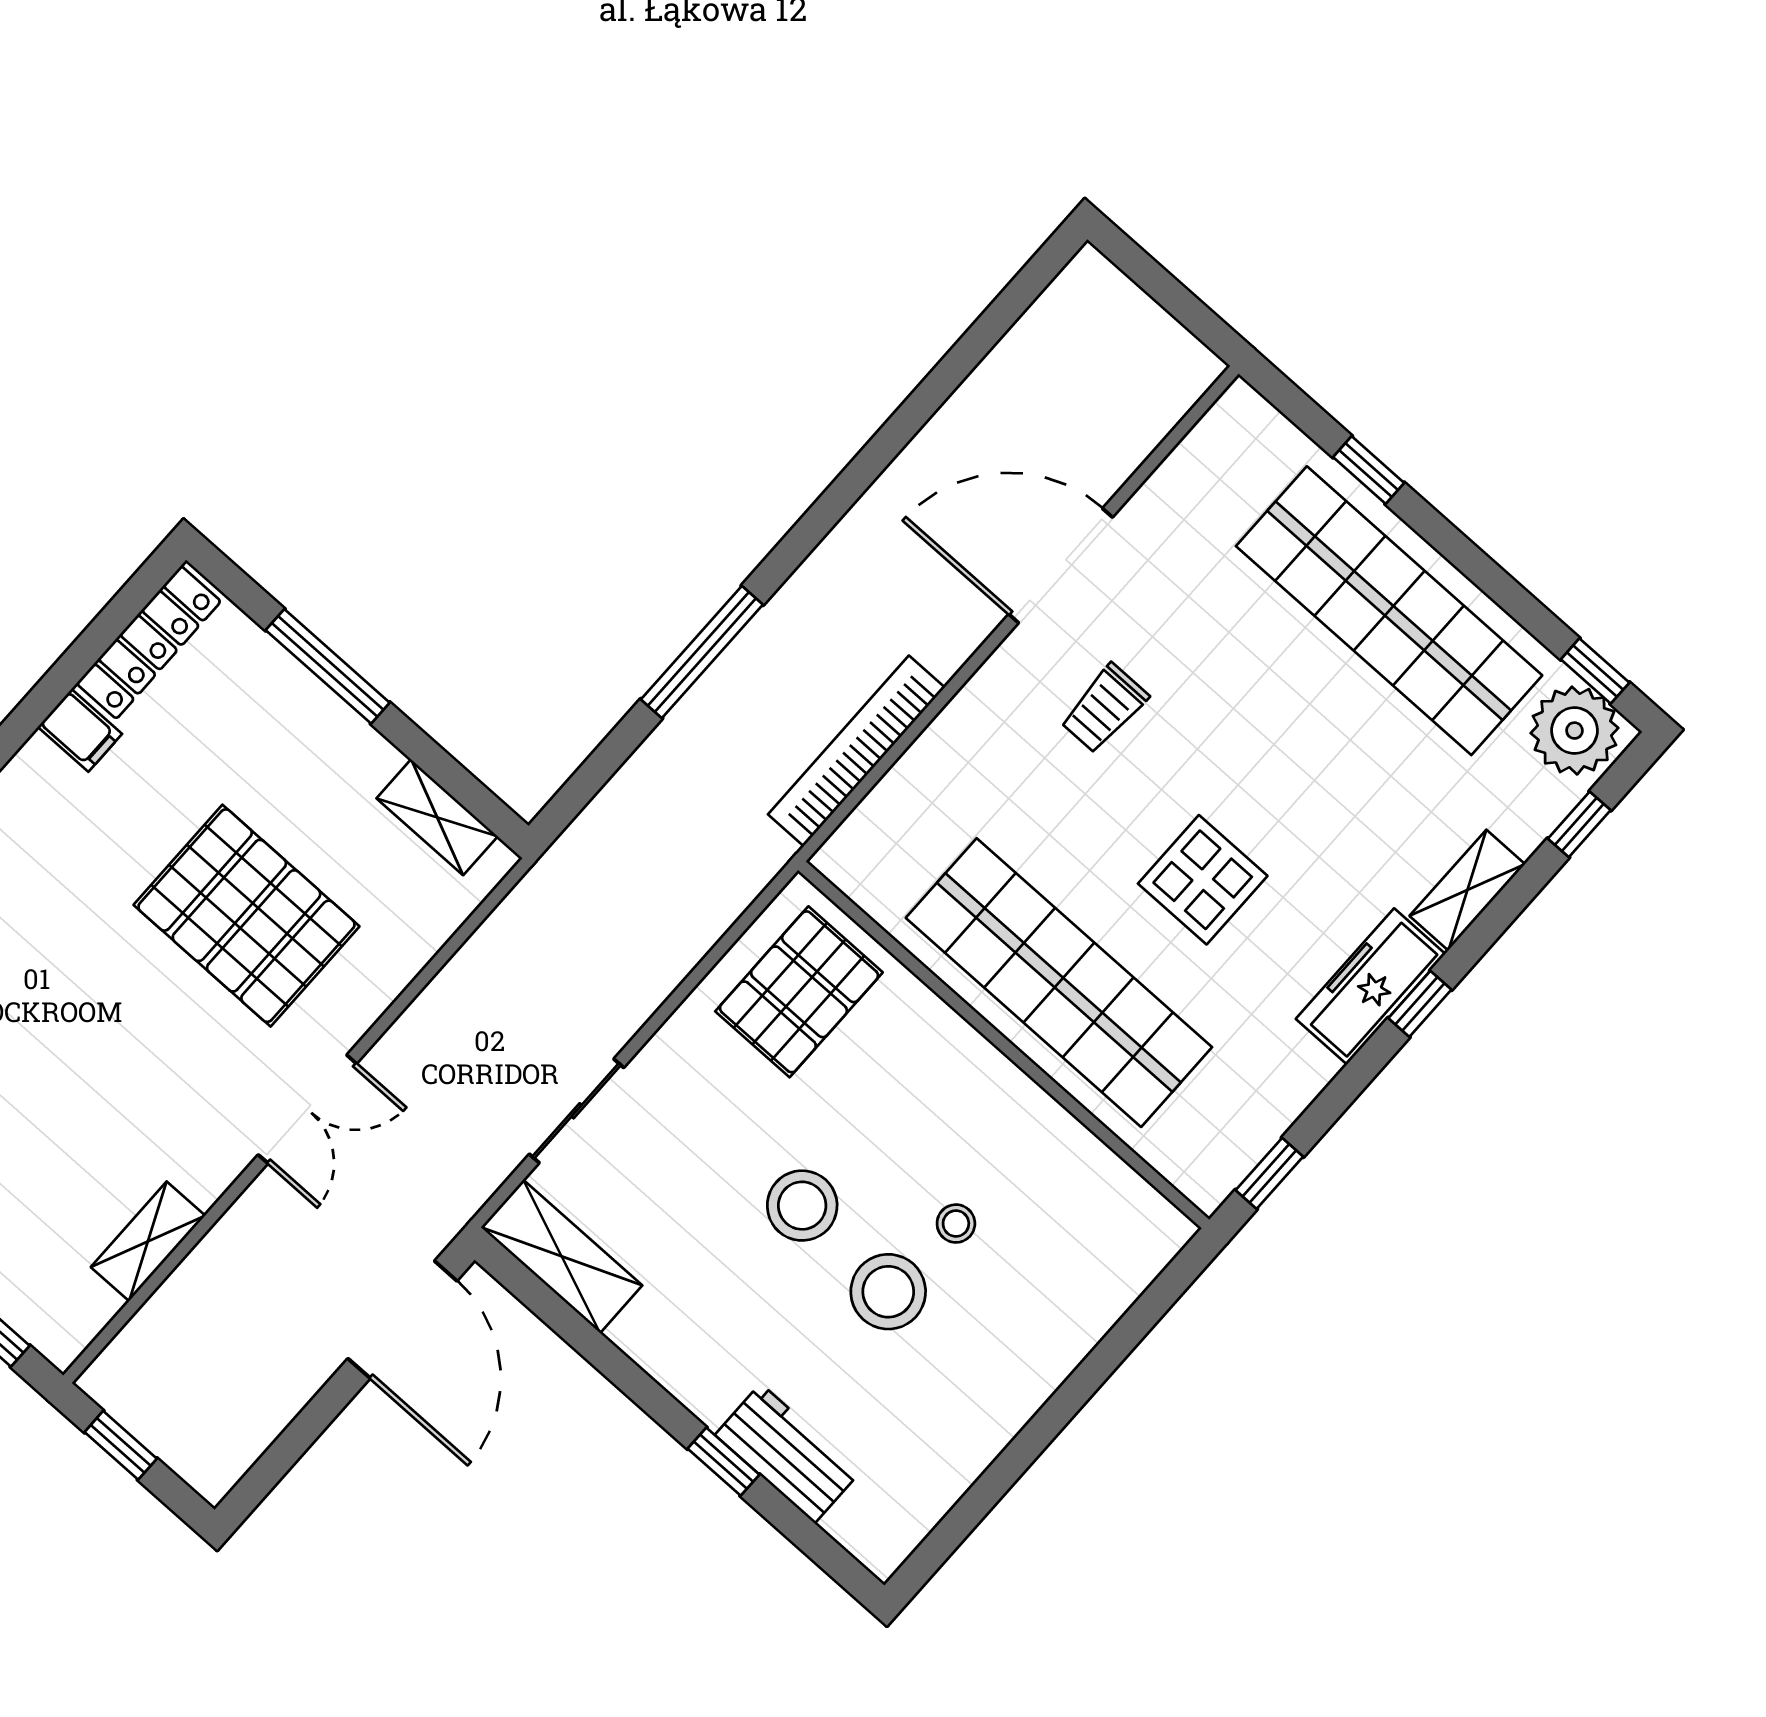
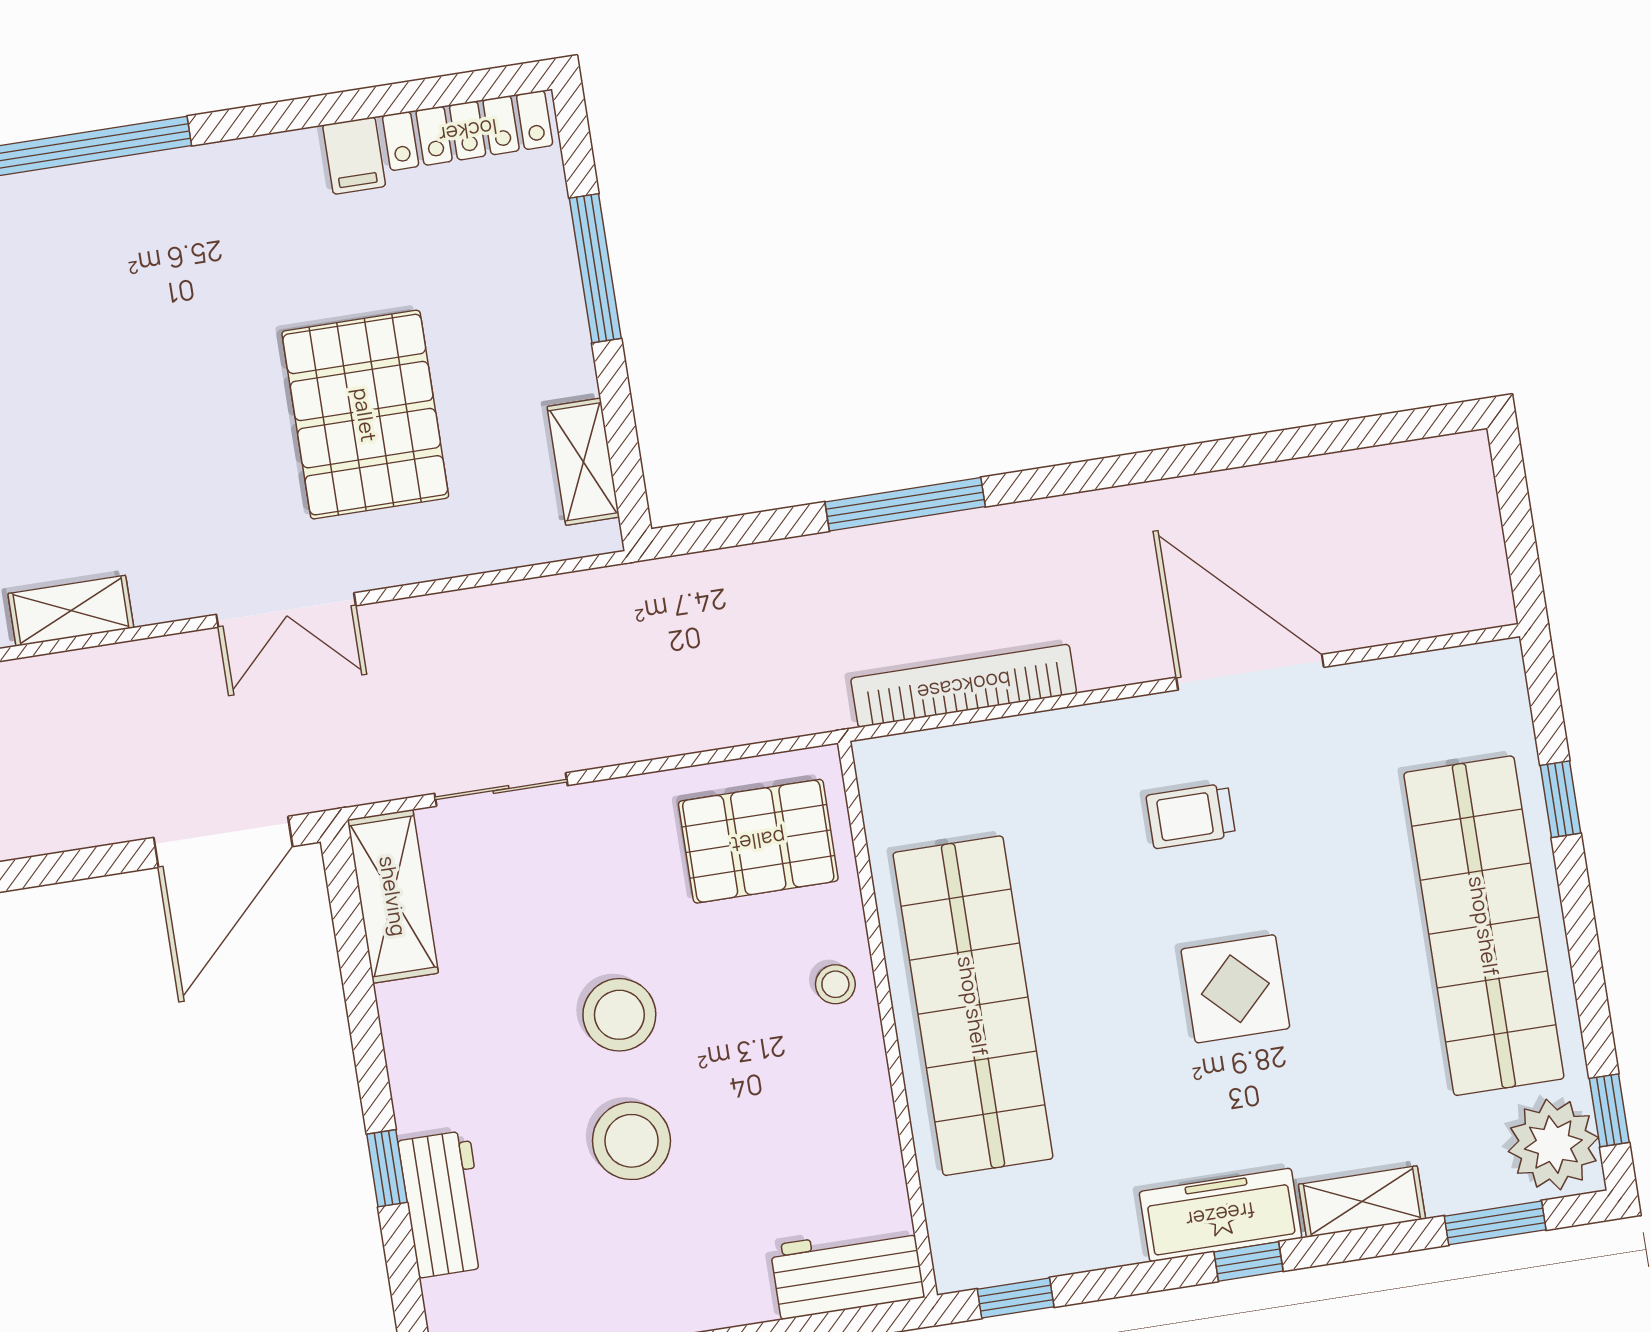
window: (1579, 824) -> (1495, 1223), width x1.50
display table: (1203, 880) -> (1235, 989), moved
stool: (956, 1224) -> (835, 984), moved
workbench: (1128, 1257) -> (847, 1271), added

